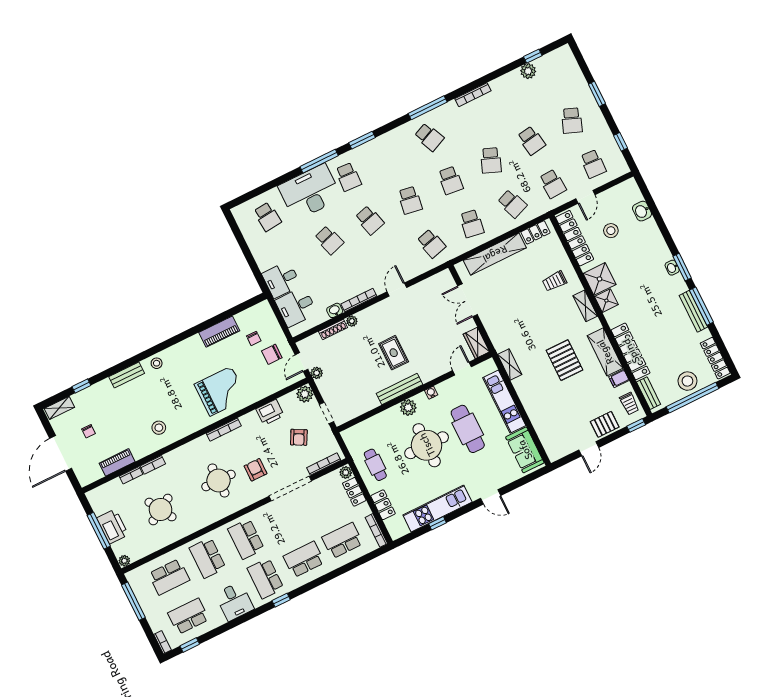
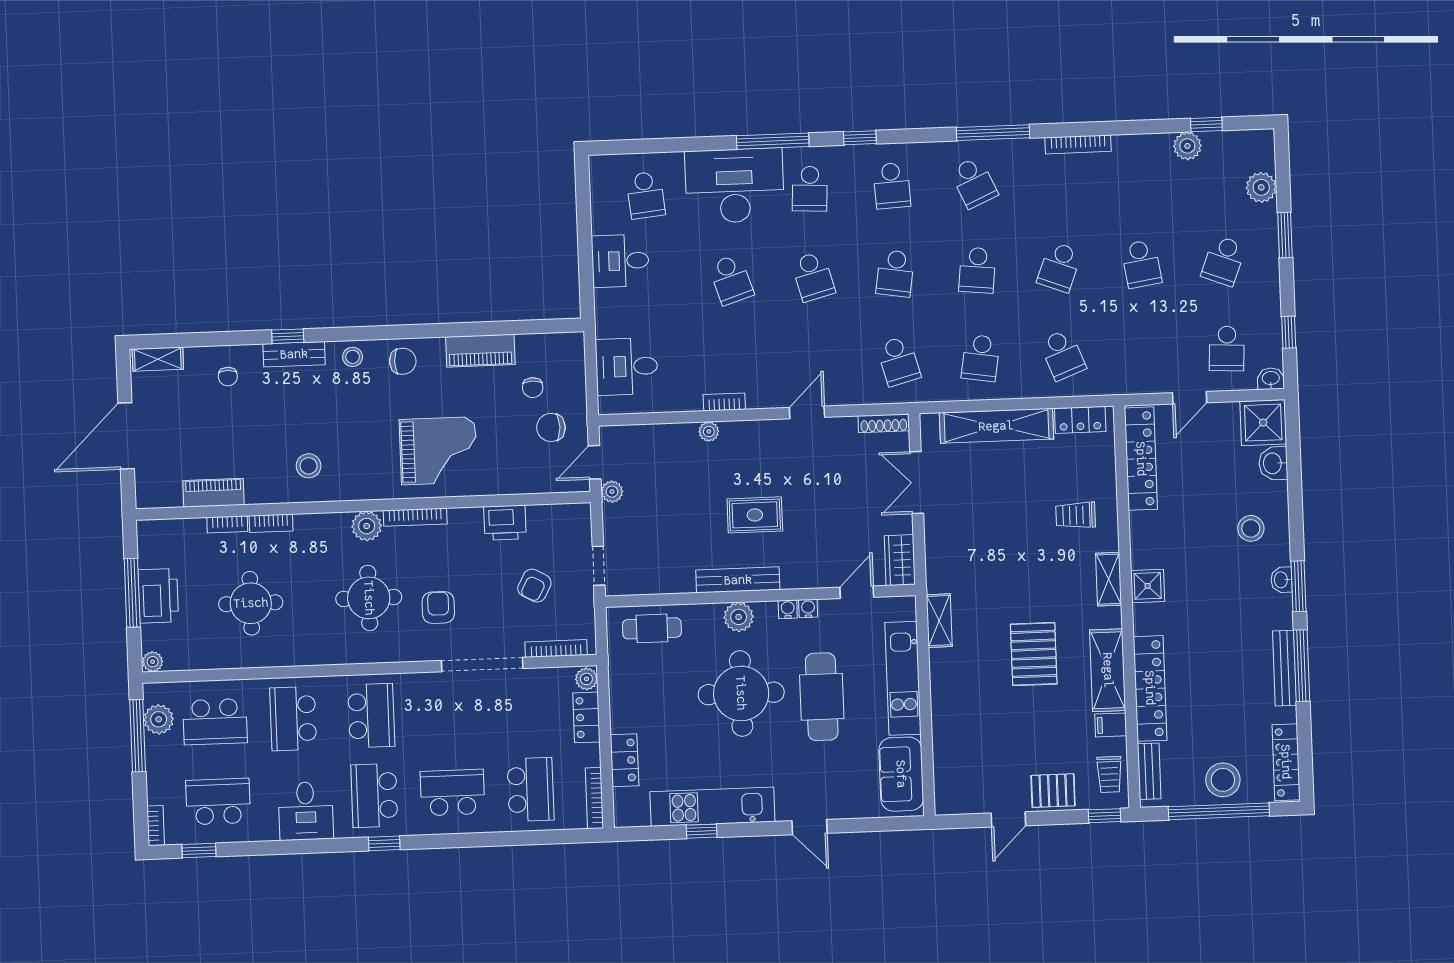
plant: (574, 75) -> (1261, 187), added
window: (362, 140) -> (860, 138), width x0.67
school desk: (553, 184) -> (892, 186), moved
stool: (611, 231) -> (1251, 528), moved
shower: (600, 279) -> (1263, 423), moved
desk: (281, 280) -> (620, 261), moved
bookcase: (359, 300) -> (724, 402), width x0.64
washbasin: (335, 310) -> (1271, 379), moved
shoe rack: (333, 329) -> (884, 423), moved
rug: (394, 353) -> (755, 515), turned 90
chair: (183, 354) -> (403, 361), added
window: (81, 386) -> (288, 336), moved
water cooler: (441, 388) -> (808, 608), added
plant: (305, 394) -> (367, 526), moved
chair: (88, 431) -> (228, 377), moved
cafe table: (375, 465) -> (652, 628), moved, turned 90
round table: (161, 510) -> (251, 603), turned 31
school desk: (246, 539) -> (371, 716), turned 180
school desk: (342, 540) -> (531, 790), turned 90
plant: (140, 588) -> (159, 719), added

